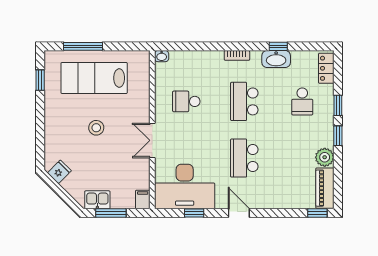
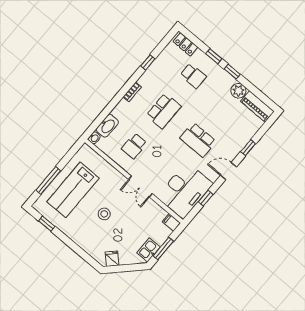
washbasin: (276, 59) -> (107, 126), moved
school desk: (244, 101) -> (164, 111), turned -90
window: (317, 213) -> (248, 148), moved

